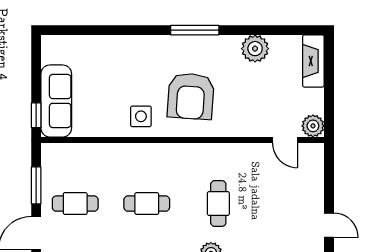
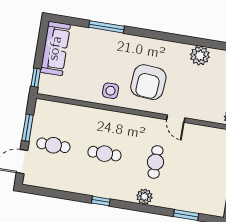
window: (195, 30) -> (107, 27), moved
sofa: (56, 101) -> (55, 48), moved
door: (285, 140) -> (176, 119), moved

